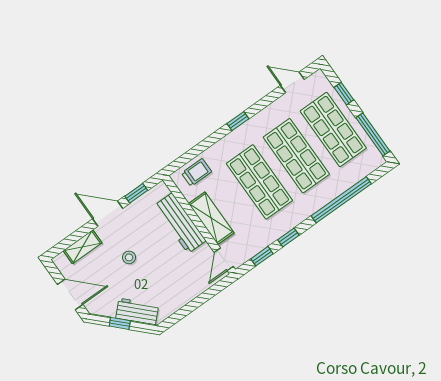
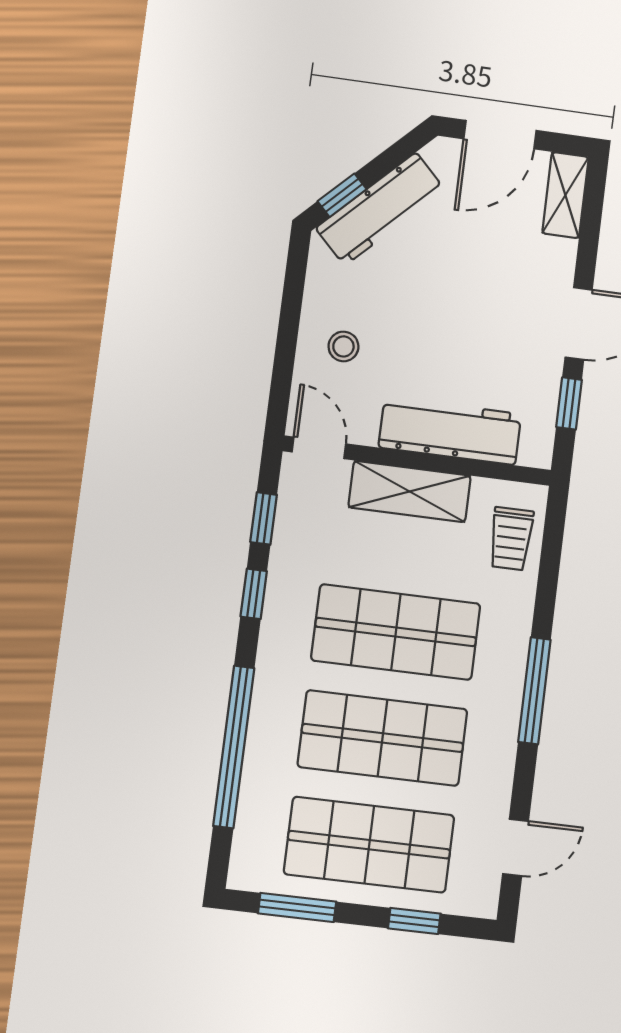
window: (238, 121) -> (534, 691), width x2.17
window: (373, 134) -> (297, 907), width x0.69
shelving: (83, 247) -> (565, 195), moved
stool: (129, 257) -> (343, 346), moved
workbench: (137, 311) -> (380, 209), width x1.38
window: (120, 323) -> (342, 195), moved

